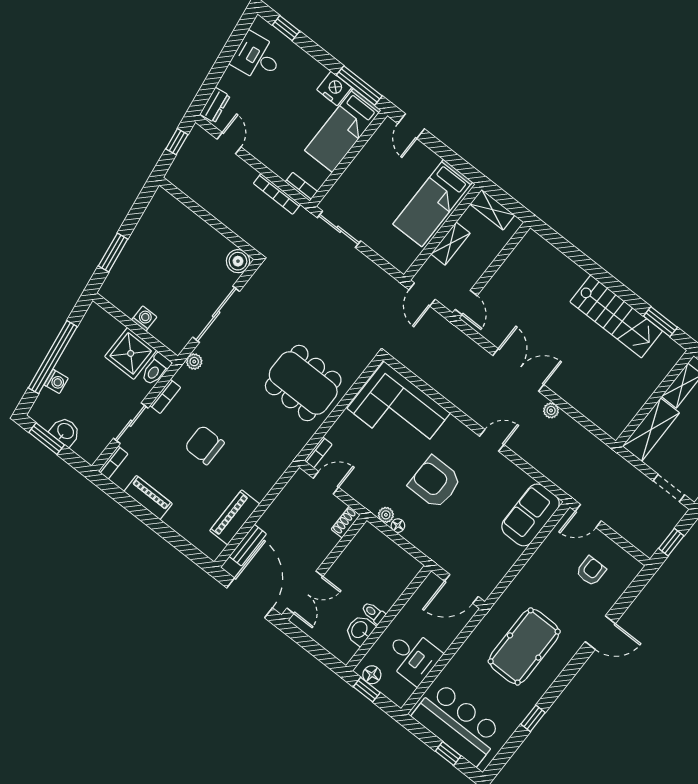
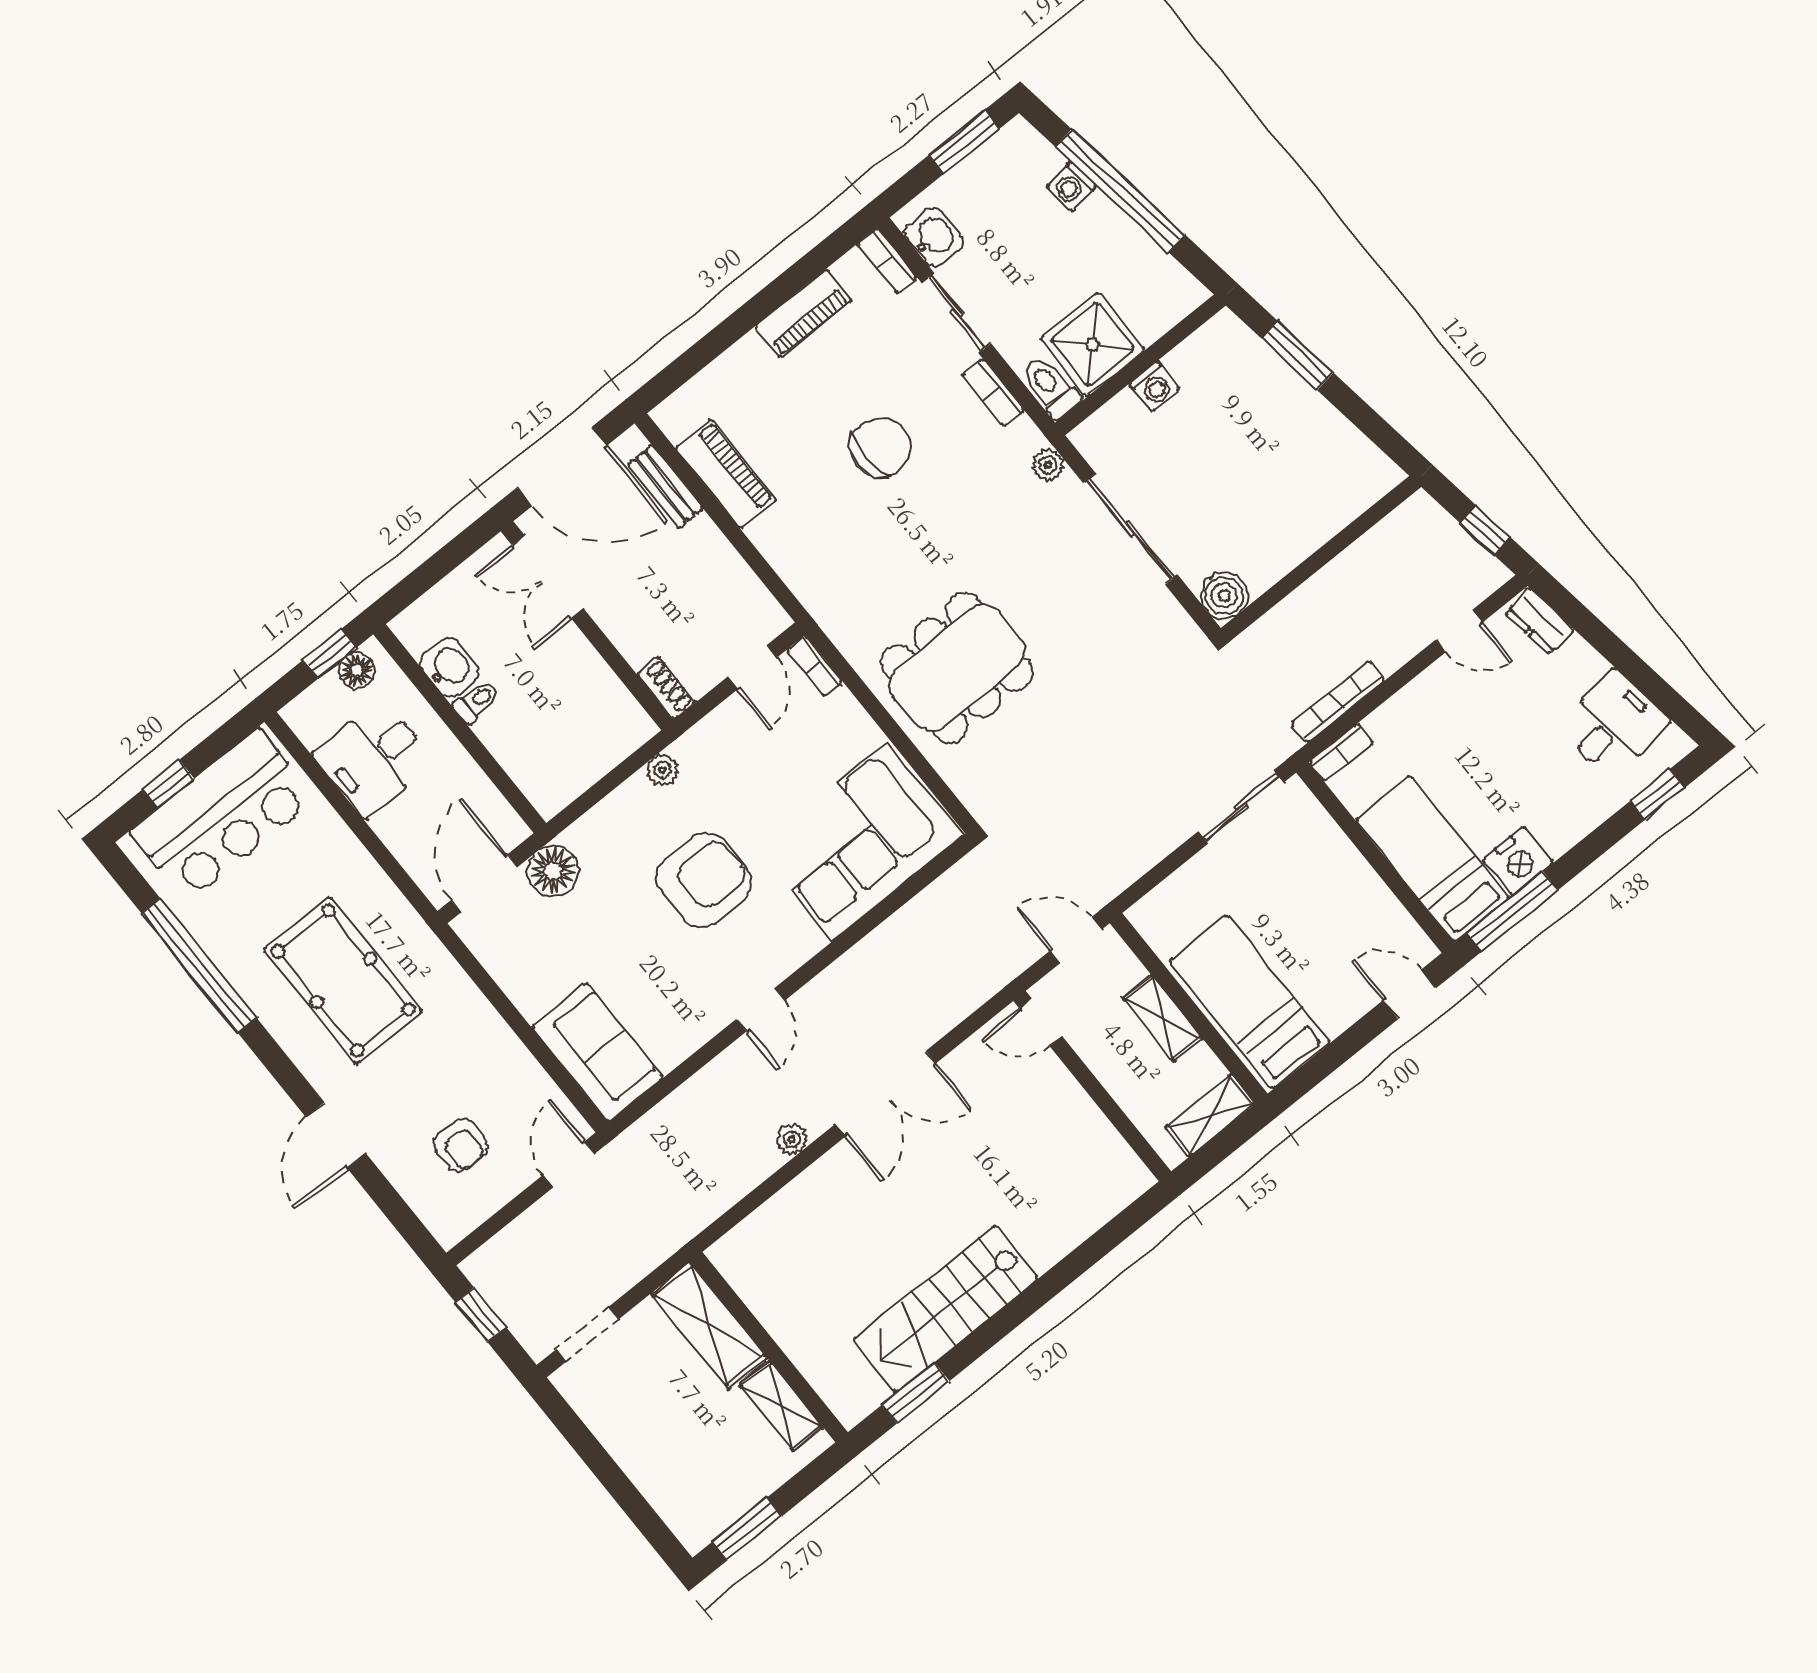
washbasin: (65, 432) -> (934, 237), moved, turned -90
floor lamp: (398, 526) -> (553, 871), moved, width x1.89, depth x1.89
window: (533, 718) -> (199, 965), width x3.17

